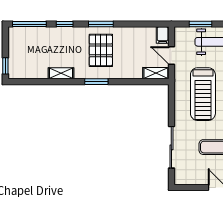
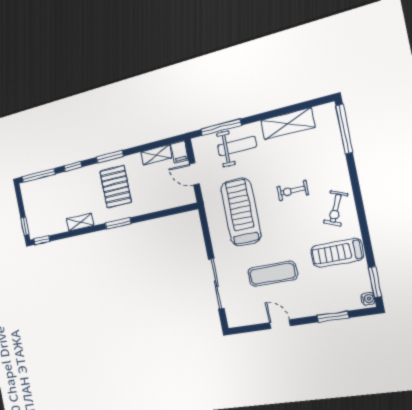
window: (201, 24) -> (221, 127), width x1.44
shelving: (156, 73) -> (156, 155), moved
window: (20, 82) -> (42, 240), added
treadmill: (203, 94) -> (241, 212), turned 180

